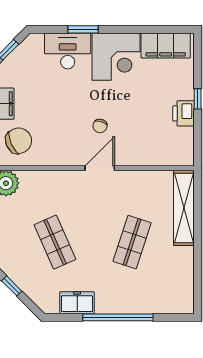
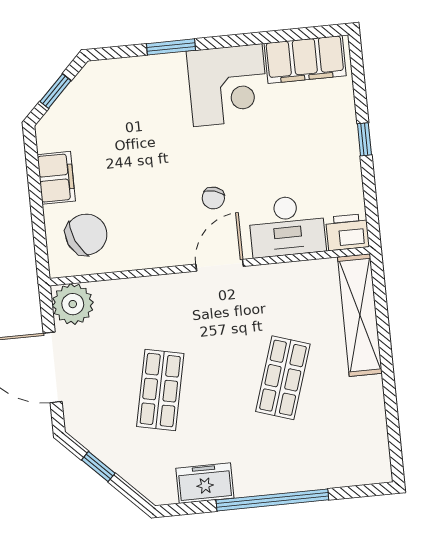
desk: (68, 51) -> (287, 226), moved, turned 180
printer: (184, 113) -> (347, 232), moved, turned 90
shop shelf: (55, 242) -> (160, 390), turned 36

